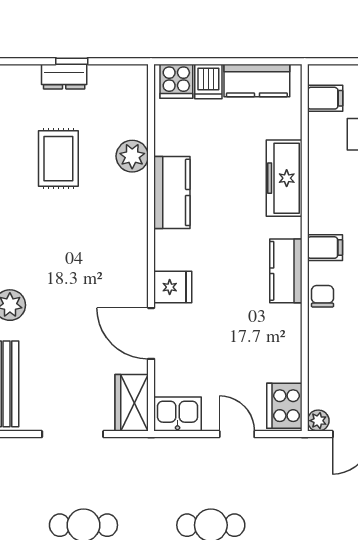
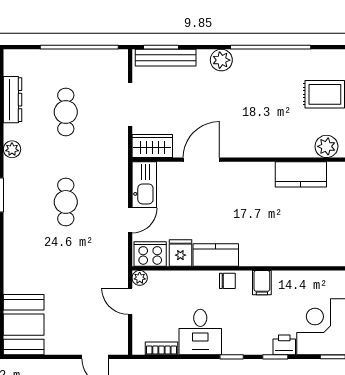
freezer: (284, 178) -> (311, 254), removed
kitchen counter: (286, 271) -> (216, 255), moved
fridge: (173, 287) -> (180, 253), moved, turned 180
kitchen sink: (178, 414) -> (144, 185), width x1.38

